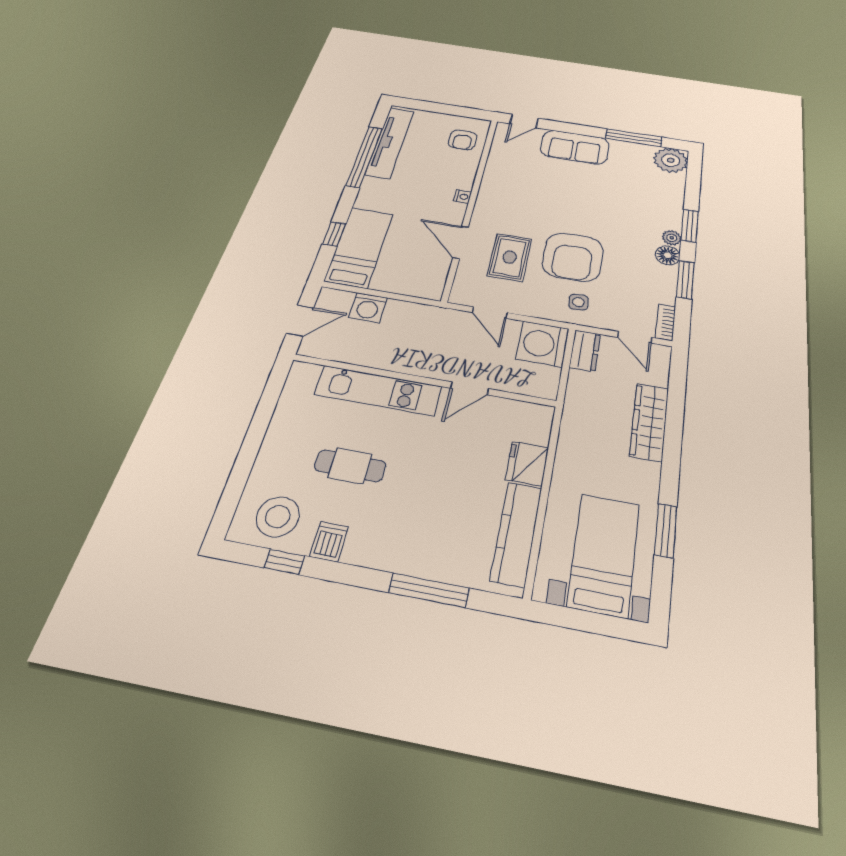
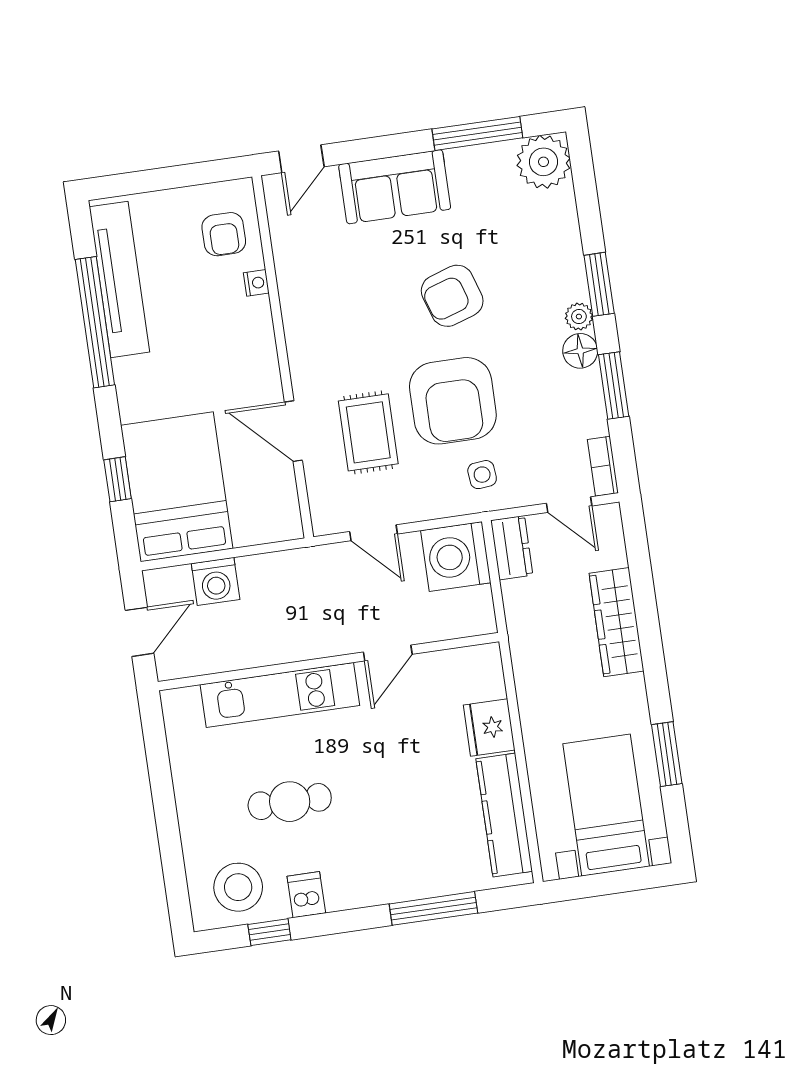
nightstand: (463, 197) -> (256, 283), moved
armchair: (592, 205) -> (452, 296), added
bed: (359, 247) -> (177, 487), width x1.50

